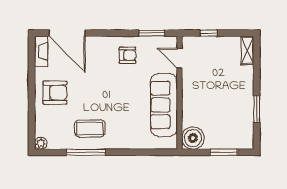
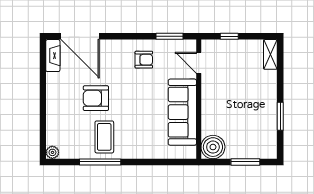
armchair: (55, 93) -> (96, 98), moved, turned 180
coffee table: (90, 128) -> (104, 137), turned 90

